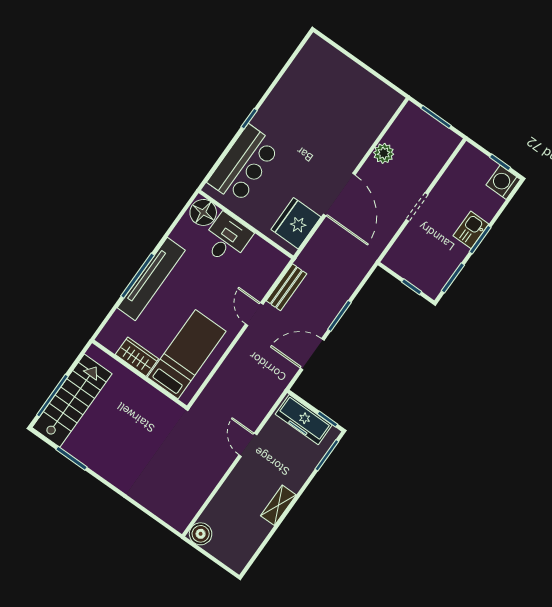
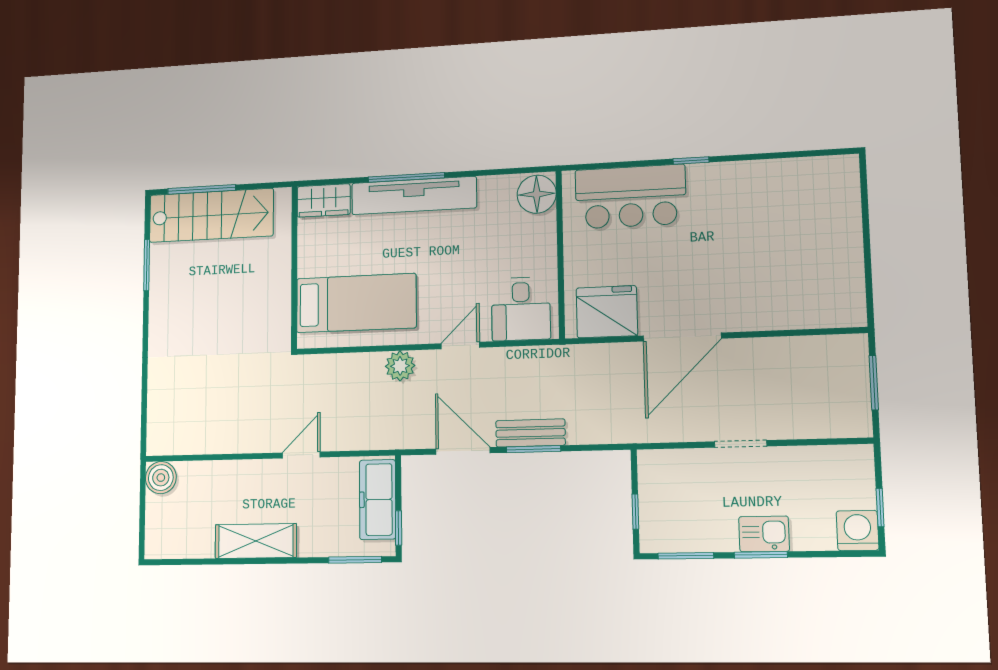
plant: (384, 153) -> (400, 366), moved
desk: (227, 239) -> (521, 309), moved, turned 90
bench: (286, 287) -> (530, 433), moved
wardrobe: (137, 357) -> (324, 200), moved, turned 90
shelving: (278, 505) -> (256, 541), width x1.50, depth x1.33

